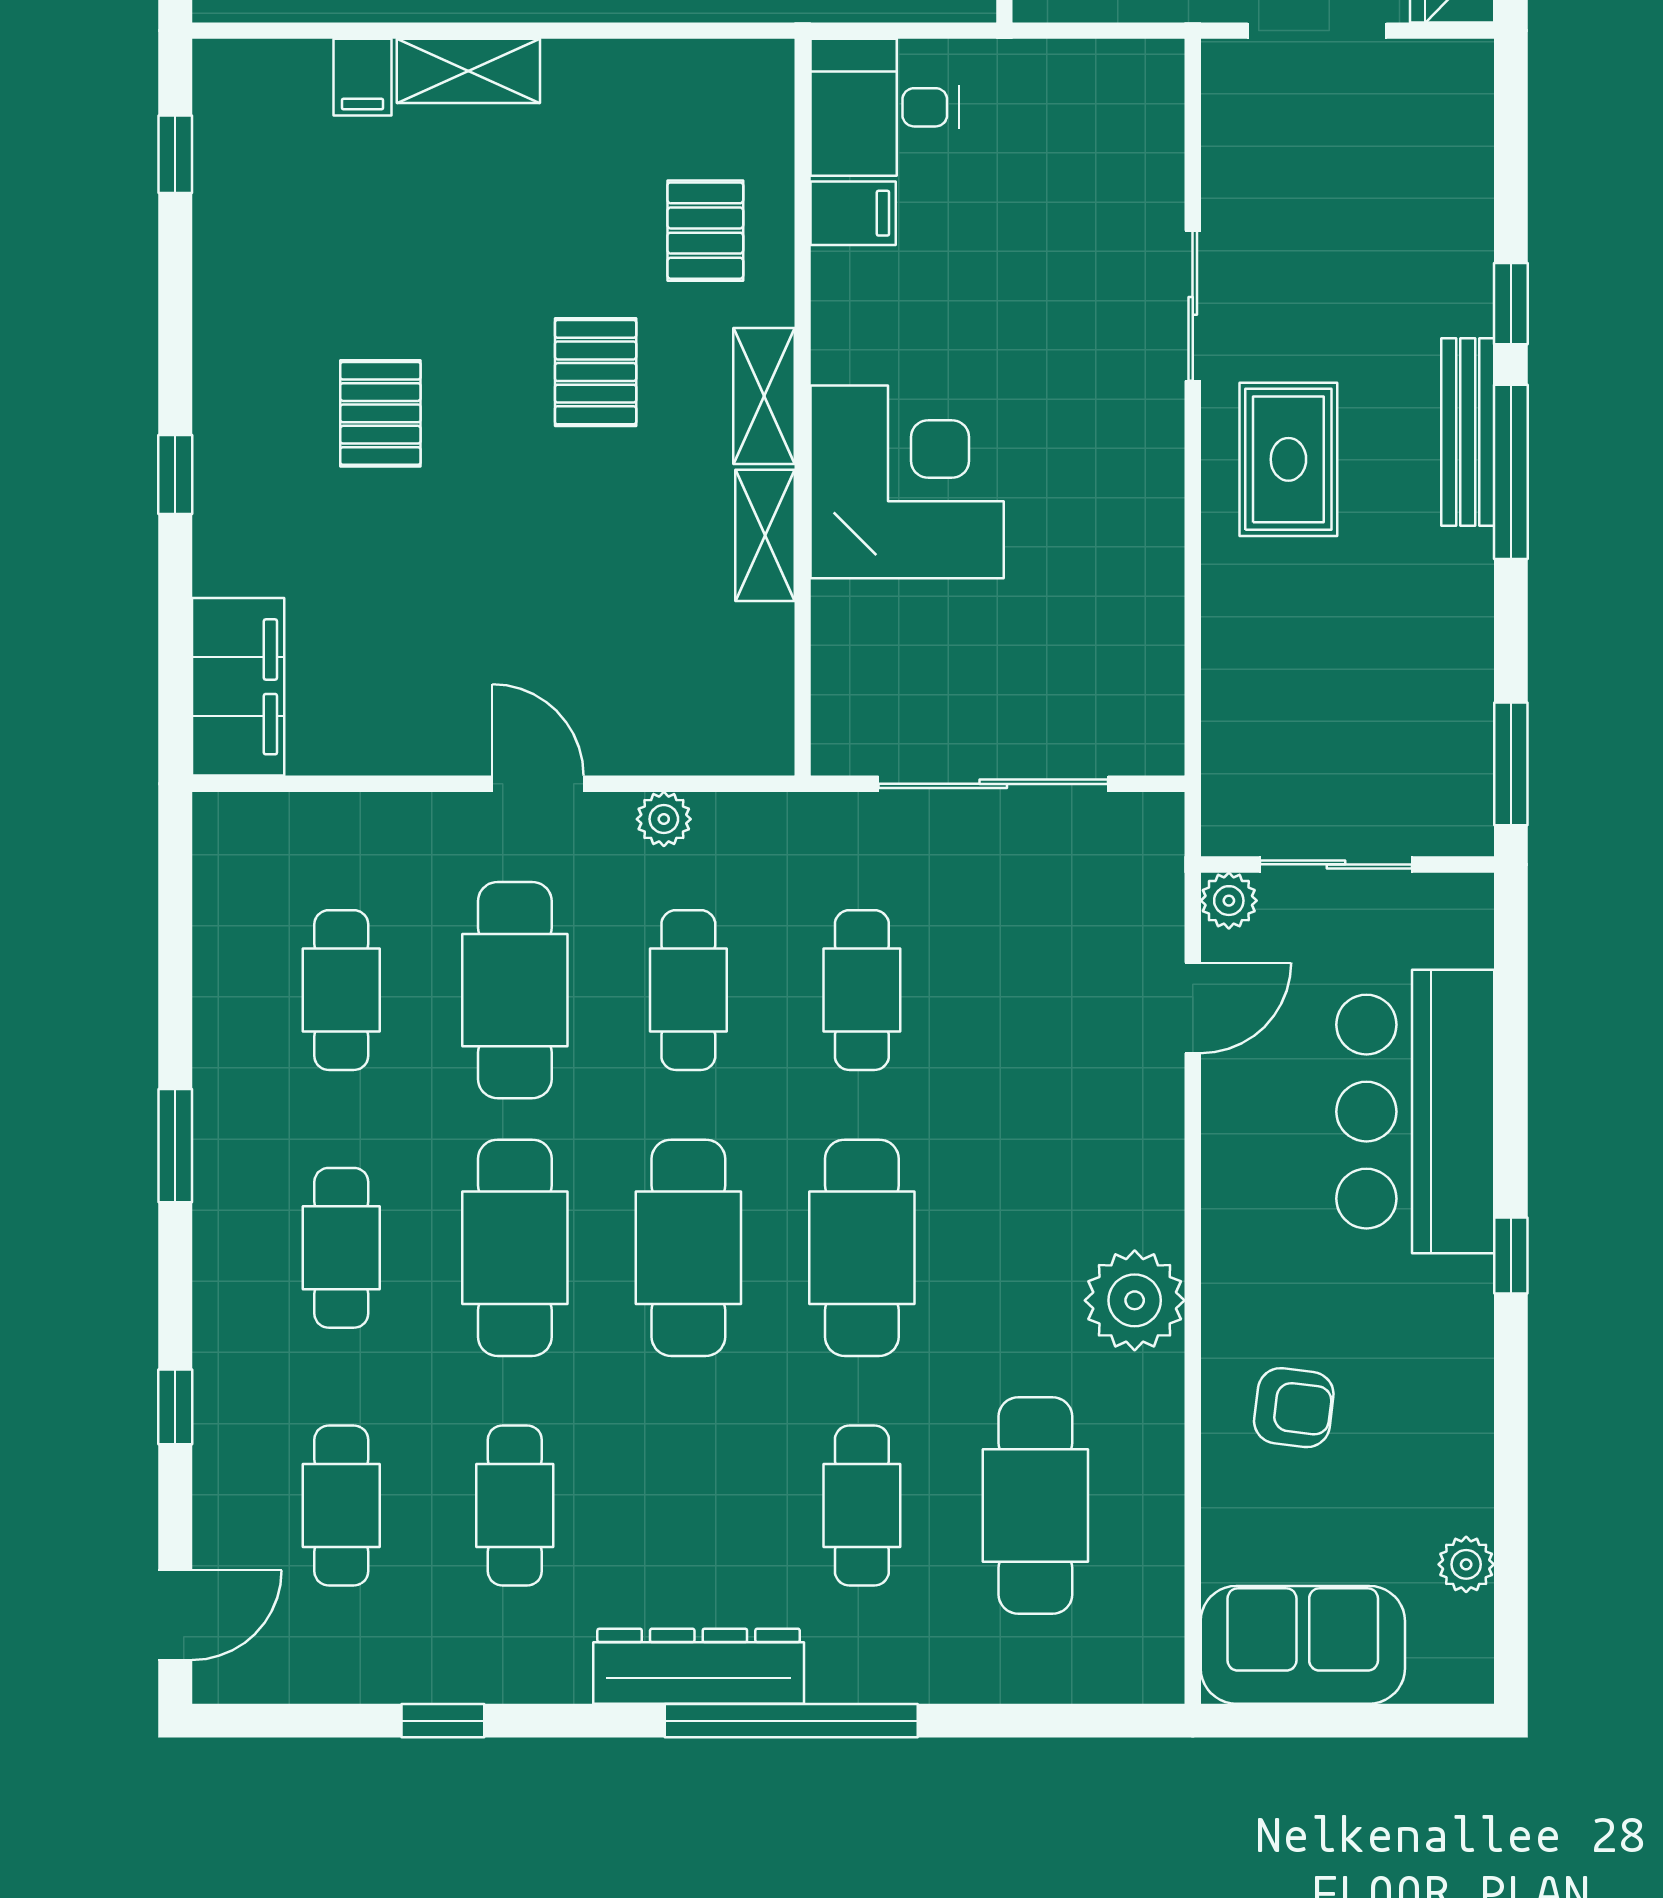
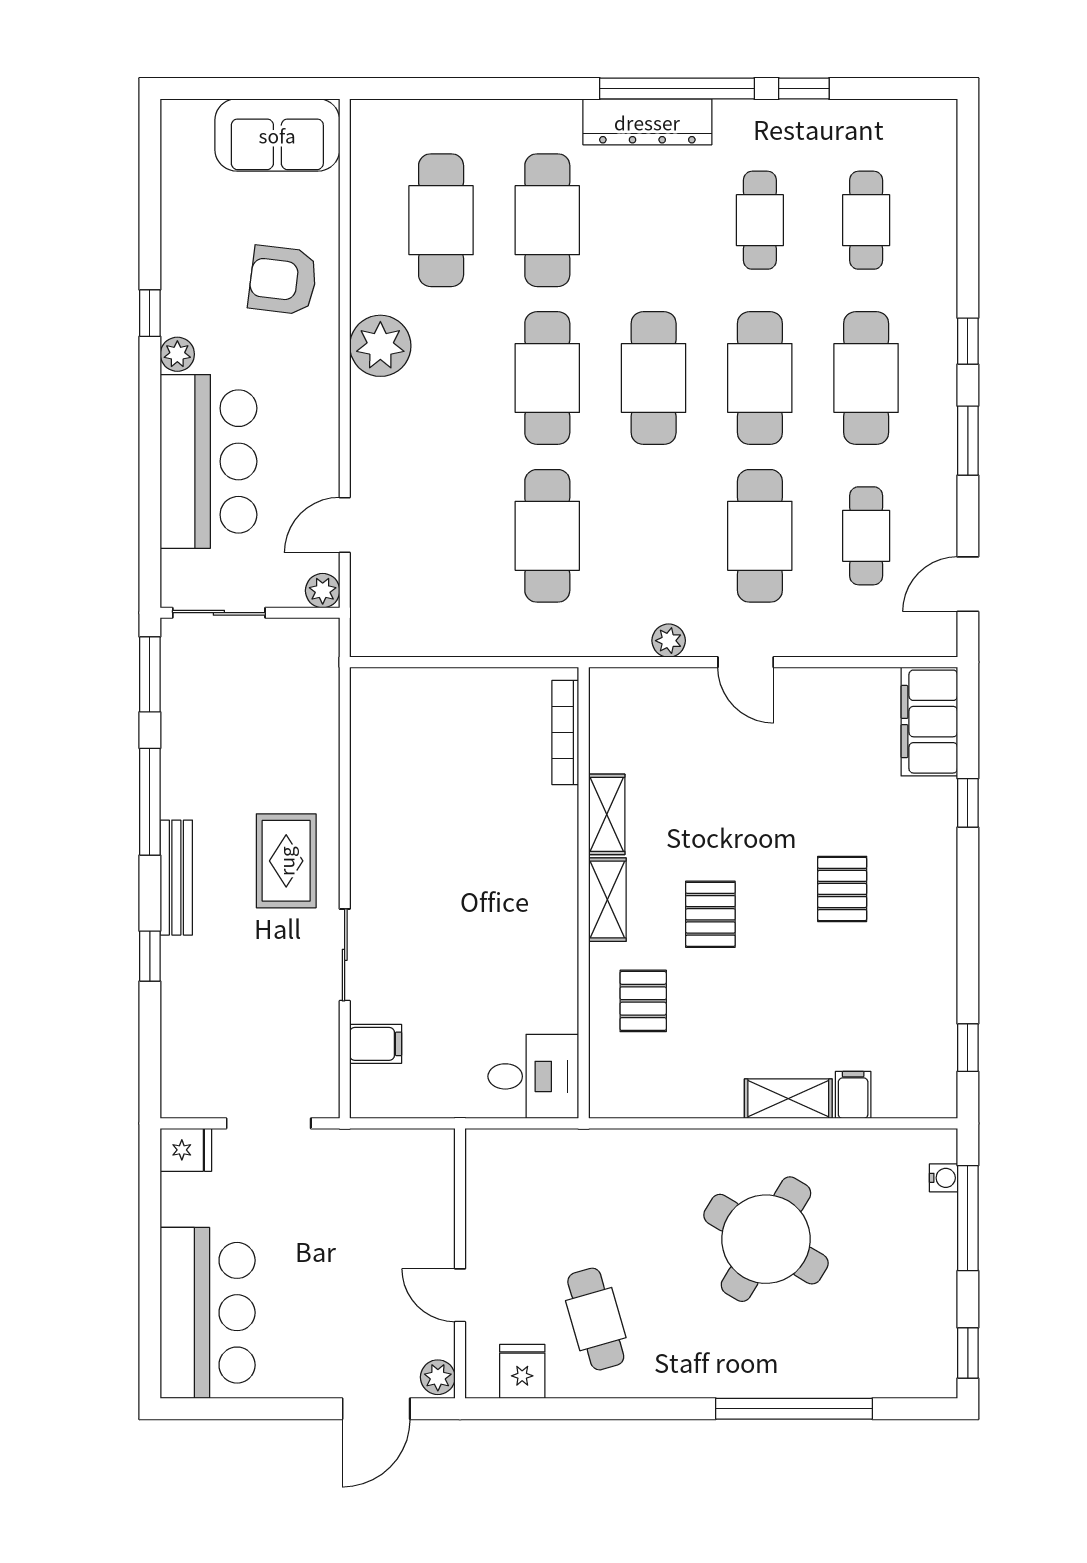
filing cabinet: (853, 213) -> (376, 1044), moved, turned 180
window: (1511, 472) -> (150, 802), moved
window: (175, 474) -> (968, 803), moved
corner desk: (907, 482) -> (520, 847), removed
bookcase: (833, 669) -> (565, 733), added
sliding door: (993, 784) -> (467, 662), removed
sliding door: (1336, 864) -> (219, 613), moved
cafe table: (688, 990) -> (654, 536), removed
cafe table: (862, 990) -> (547, 536), width x1.37, depth x1.35
cafe table: (341, 1248) -> (866, 378), width x1.37, depth x1.35
window: (1511, 1255) -> (150, 313), moved
window: (175, 1407) -> (968, 341), moved
armchair: (1294, 1408) -> (283, 280), width x1.38, depth x1.38
cafe table: (862, 1505) -> (547, 220), width x1.37, depth x1.35
plant: (1466, 1564) -> (177, 354), moved
door: (175, 1615) -> (968, 584), moved
window: (791, 1721) -> (677, 89), moved

